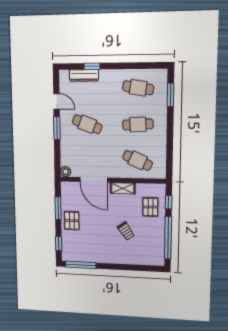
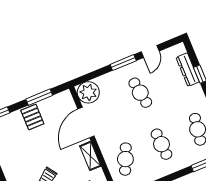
cafe table: (87, 124) -> (140, 93), turned -30
plant: (66, 172) -> (88, 92), width x1.88, depth x1.88
pallet: (72, 221) -> (32, 117), turned 90

